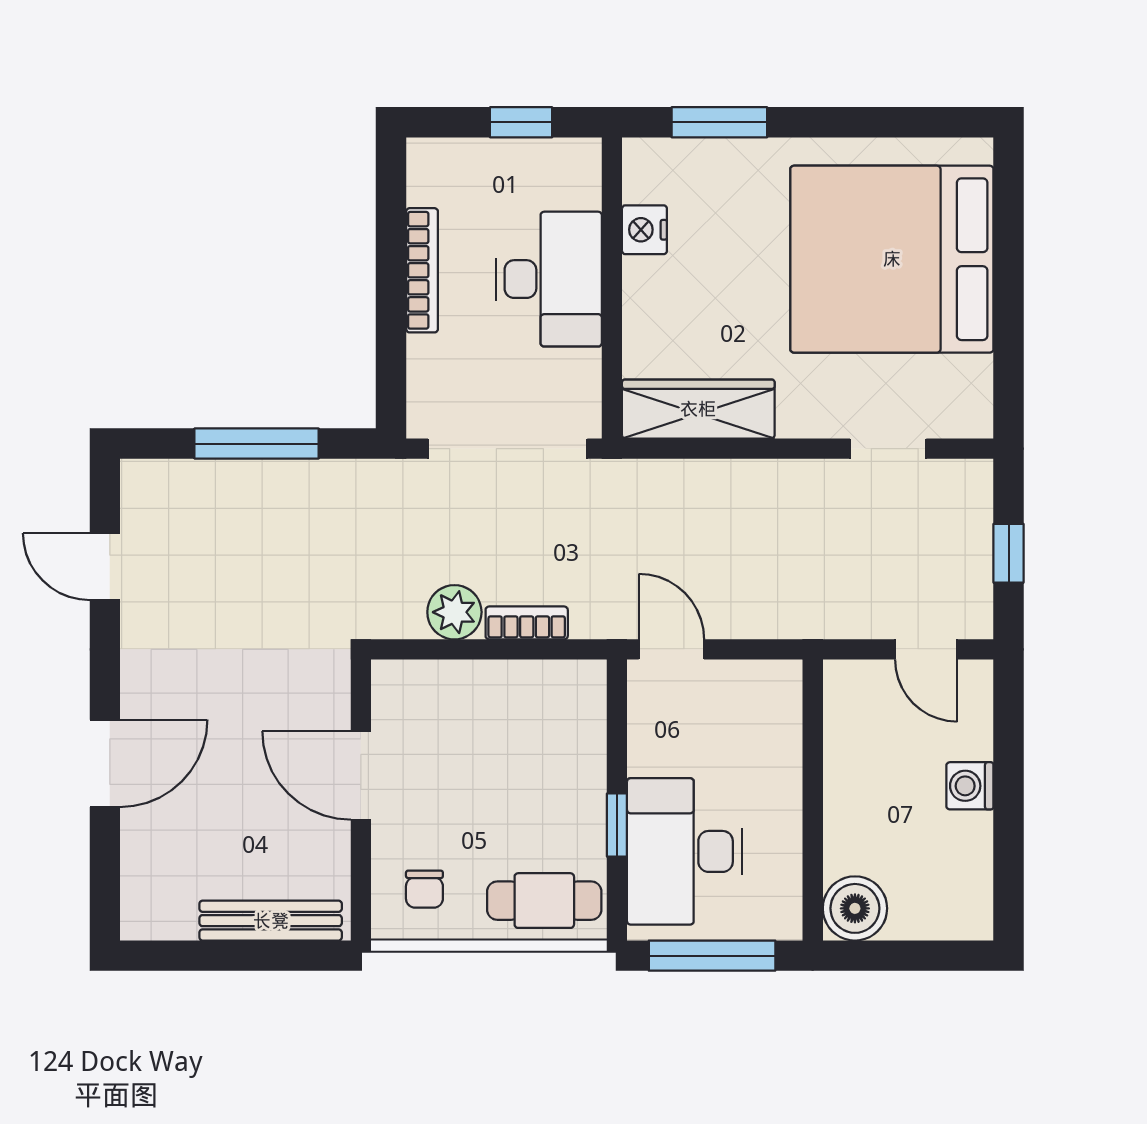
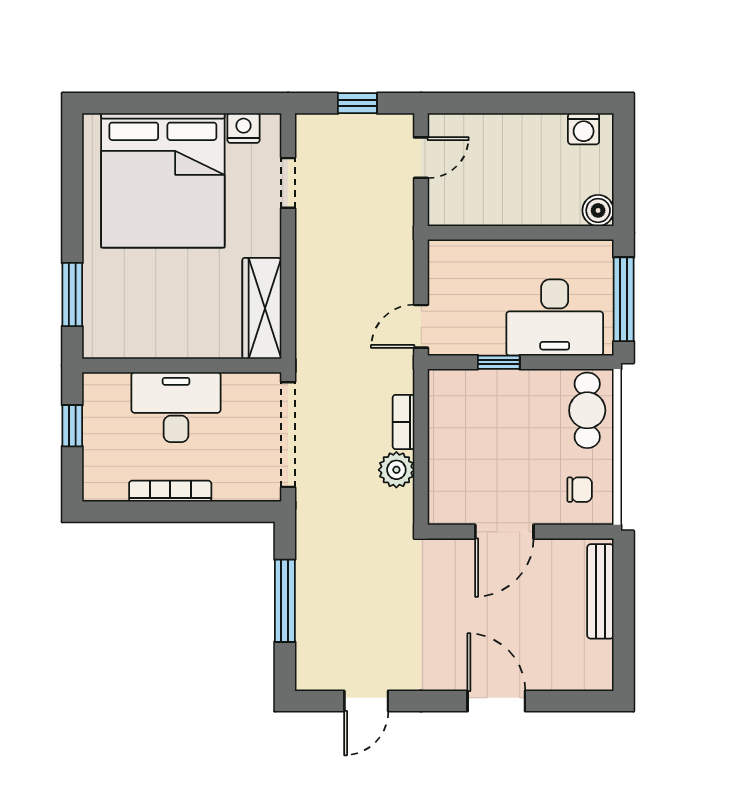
nightstand: (644, 230) -> (244, 128), moved, turned 180
washing machine: (970, 786) -> (584, 129), moved
window: (617, 825) -> (499, 362), moved
boiler: (855, 908) -> (598, 210), width x0.73, depth x0.73

